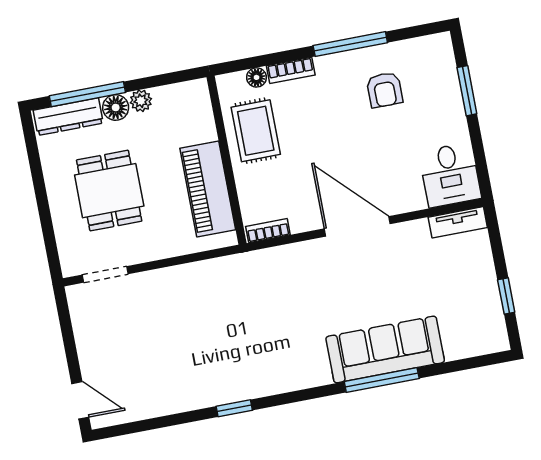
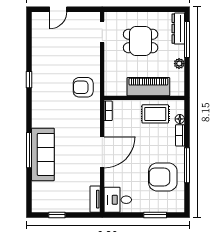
armchair: (385, 90) -> (163, 177), width x1.88, depth x1.88
floor lamp: (116, 108) -> (178, 51), removed
piano: (208, 189) -> (148, 87), moved
armchair: (229, 292) -> (83, 87), added
door: (80, 400) -> (58, 9), moved

